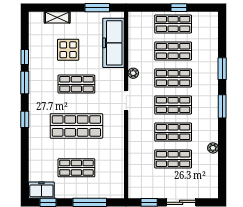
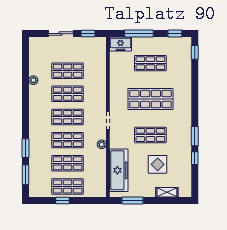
window: (222, 106) -> (25, 175), moved
window: (25, 119) -> (195, 52), moved
freezer: (41, 190) -> (120, 44), moved

